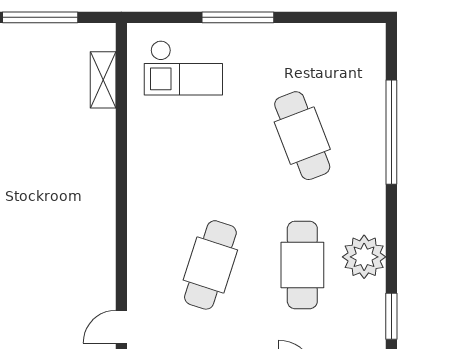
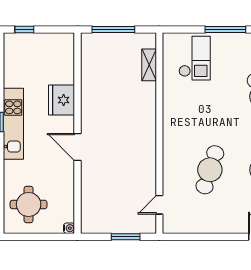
checkout: (183, 68) -> (195, 58), turned -90

